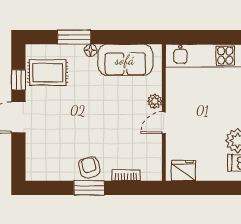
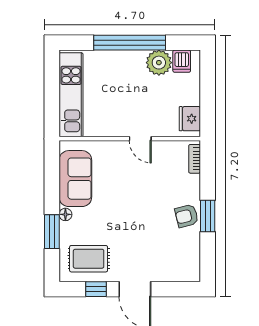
rug: (48, 73) -> (89, 259), turned 90
plant: (155, 101) -> (118, 148), removed
bookcase: (126, 175) -> (195, 159), moved

